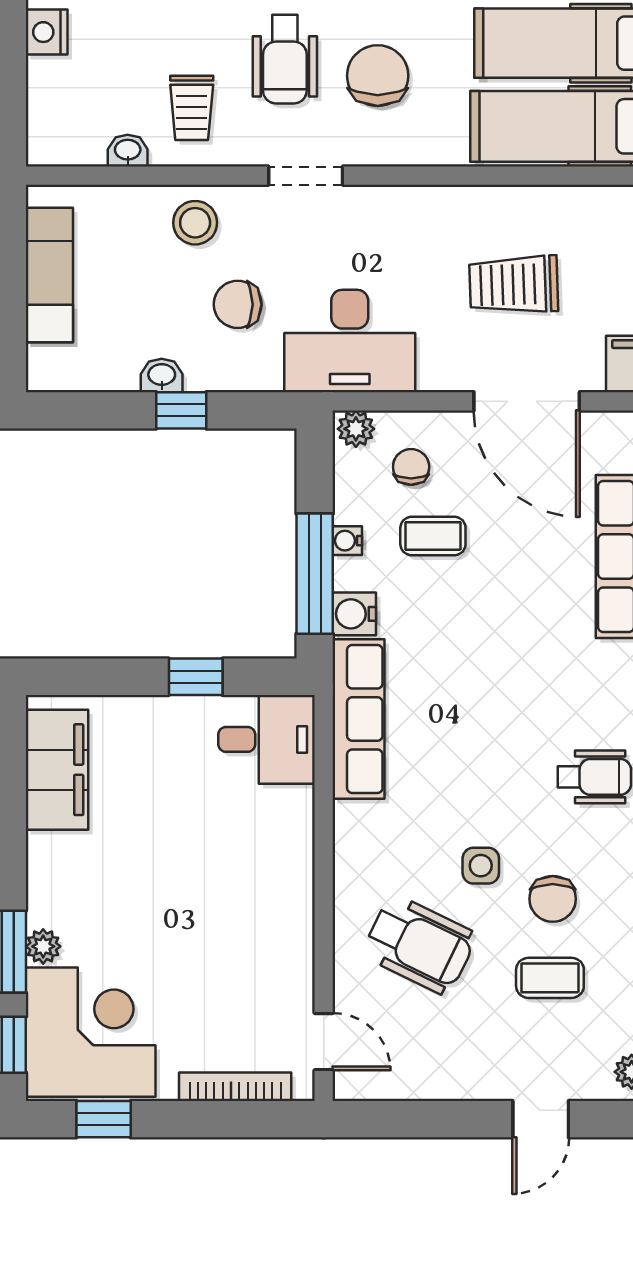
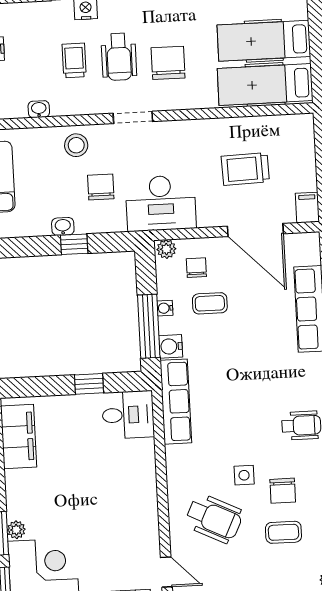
trolley: (192, 108) -> (74, 60), moved, turned 180
chair: (238, 304) -> (101, 187), turned 90

